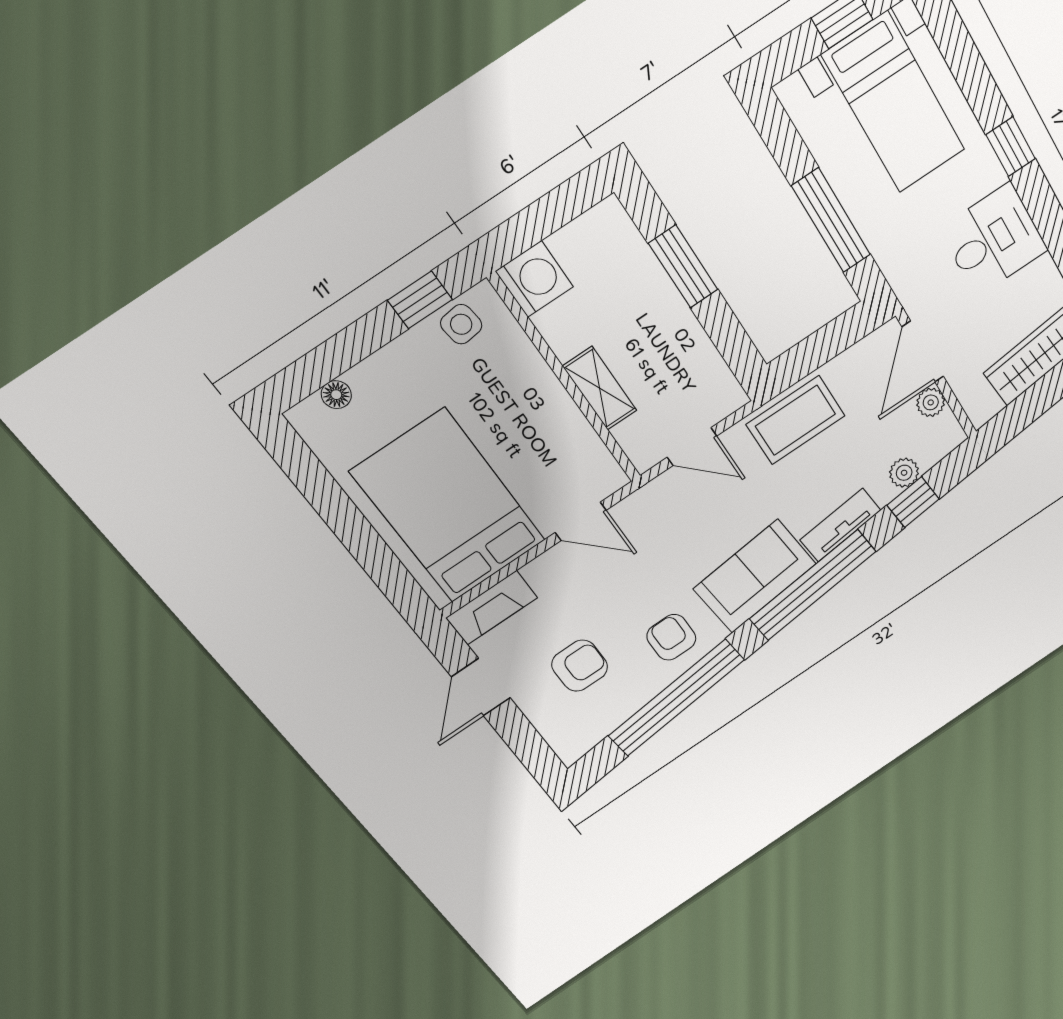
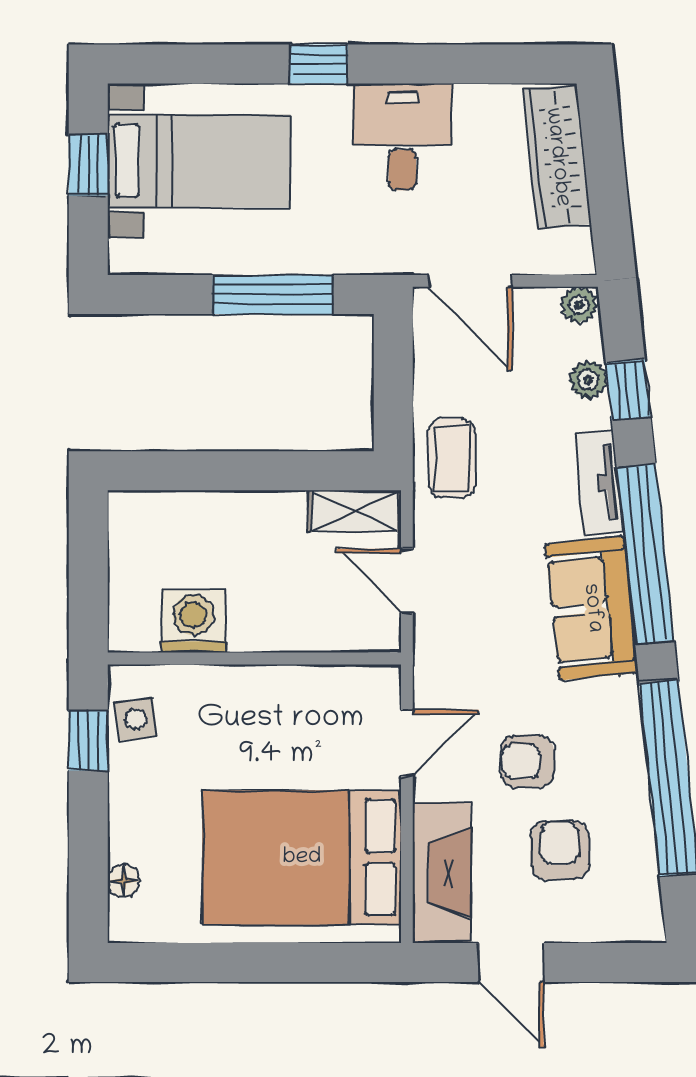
window: (683, 267) -> (221, 471), removed
washing machine: (534, 279) -> (193, 621), moved
shelving: (600, 388) -> (355, 511), moved
plant: (931, 402) -> (579, 305), moved
coffee table: (796, 420) -> (452, 458), width x0.73, depth x0.77
door: (692, 447) -> (407, 581), swing flipped
fireplace: (492, 608) -> (441, 873), width x1.37, depth x1.32
armchair: (671, 637) -> (527, 761), moved

